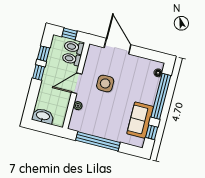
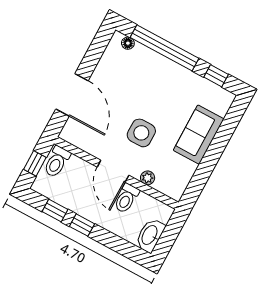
door: (118, 46) -> (72, 95), swing flipped
toilet: (71, 59) -> (126, 198), moved
side table: (105, 83) -> (141, 133), moved
sofa: (140, 120) -> (199, 135), moved, turned 90
window: (98, 141) -> (210, 161), removed

